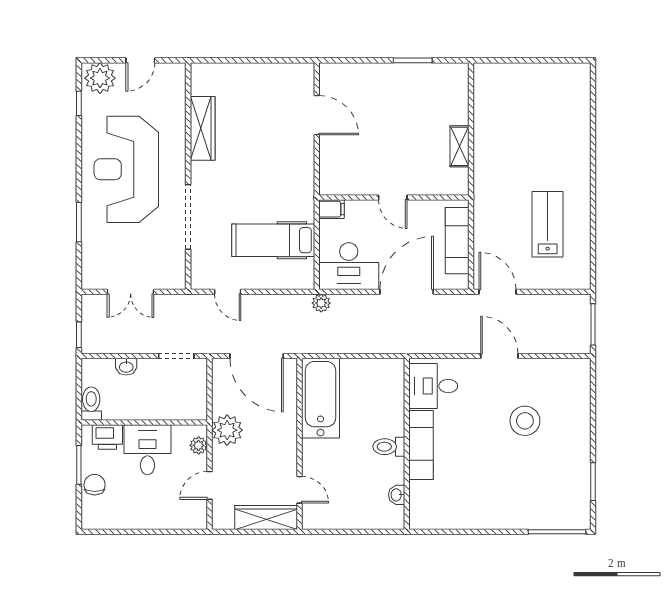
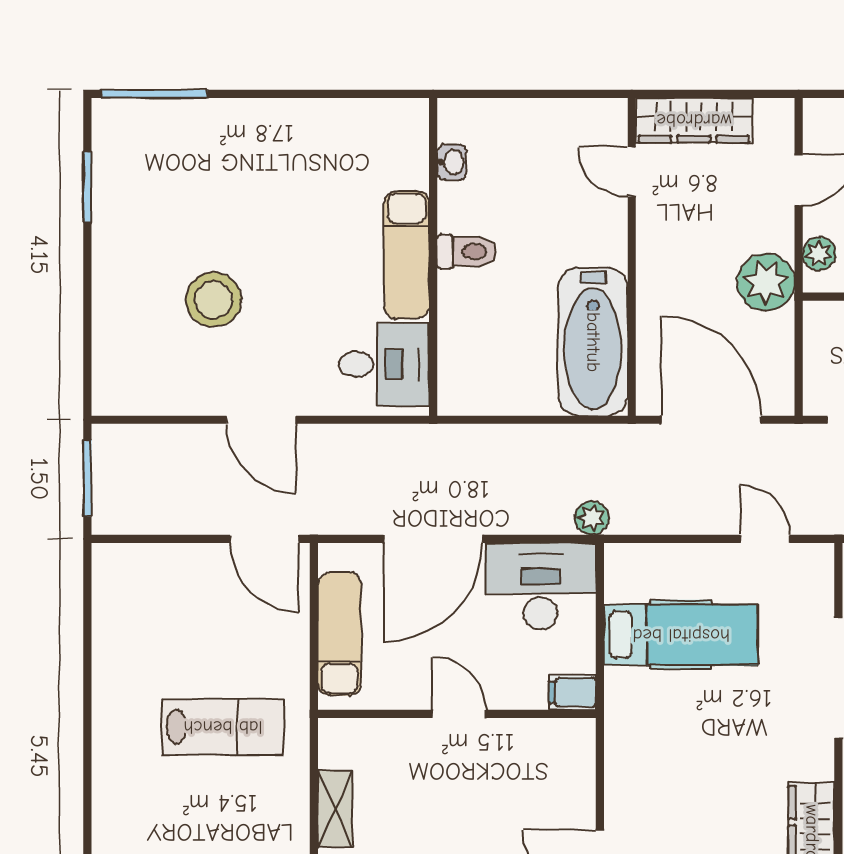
lab bench: (548, 224) -> (223, 727), moved, turned -90

